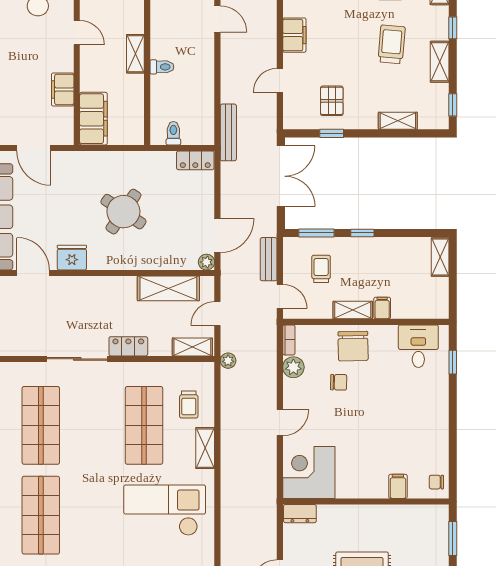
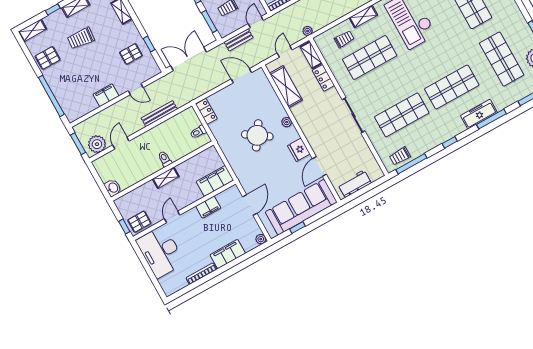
bench: (228, 132) -> (159, 114), moved
plant: (206, 262) -> (287, 122), moved
door: (217, 314) -> (285, 51), swing flipped
locker: (128, 346) -> (323, 78), moved

